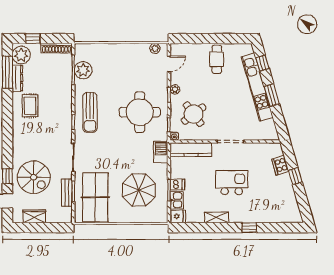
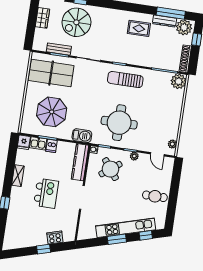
plant: (83, 70) -> (179, 81), moved

